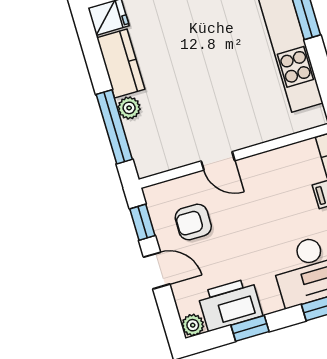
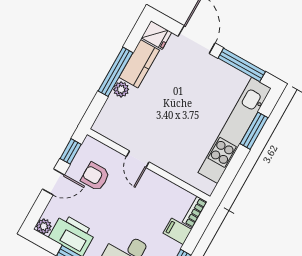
window: (114, 127) -> (115, 72), moved
door: (157, 271) -> (53, 182), hinge flipped

